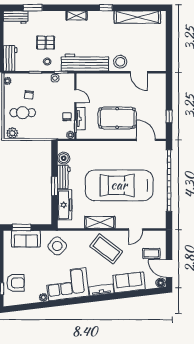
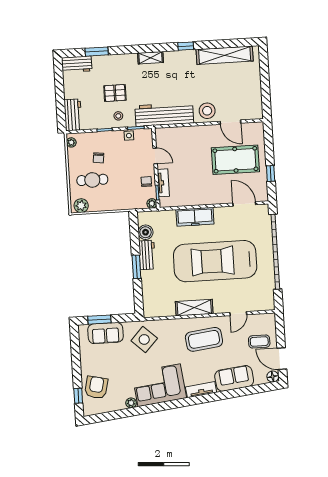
pool table: (117, 118) -> (235, 160), moved
freezer: (65, 205) -> (195, 217), moved, turned 90
coffee table: (106, 249) -> (204, 339), turned -44
armchair: (15, 283) -> (96, 387), turned -77

